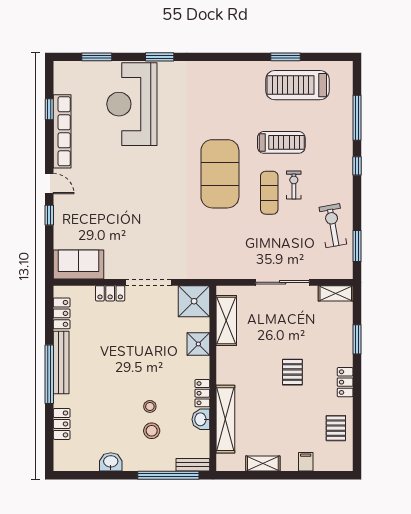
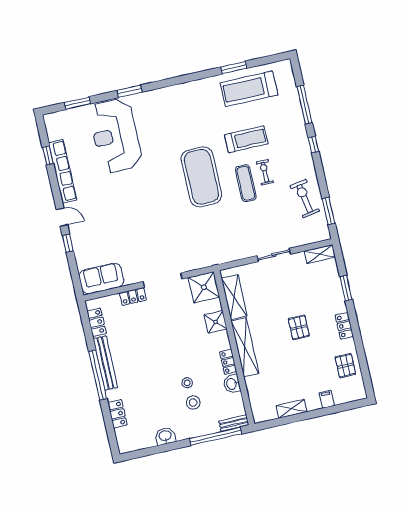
sliding door: (283, 282) -> (274, 255), width x0.73
shelving: (225, 419) -> (245, 347), moved

